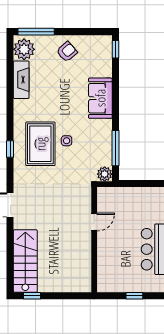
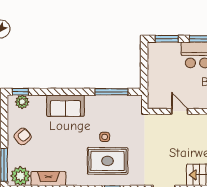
armchair: (67, 52) -> (23, 136), turned 91
plant: (105, 174) -> (22, 102), moved

